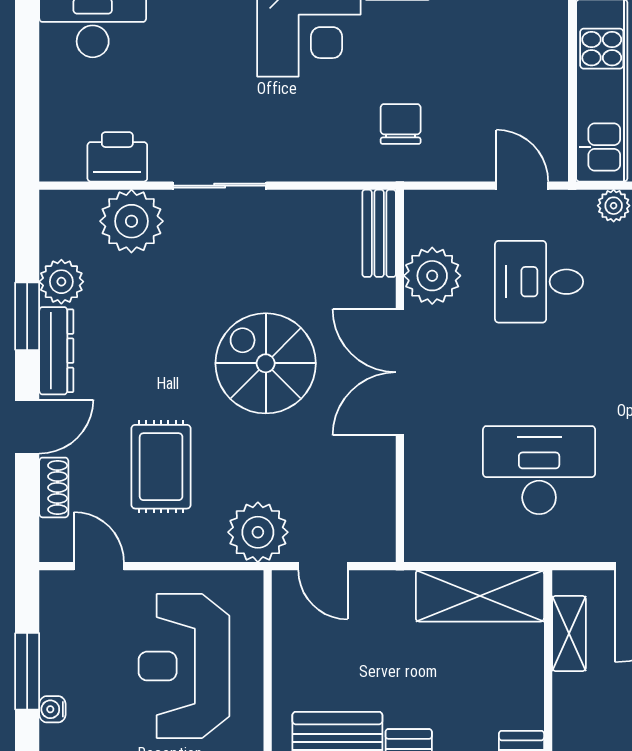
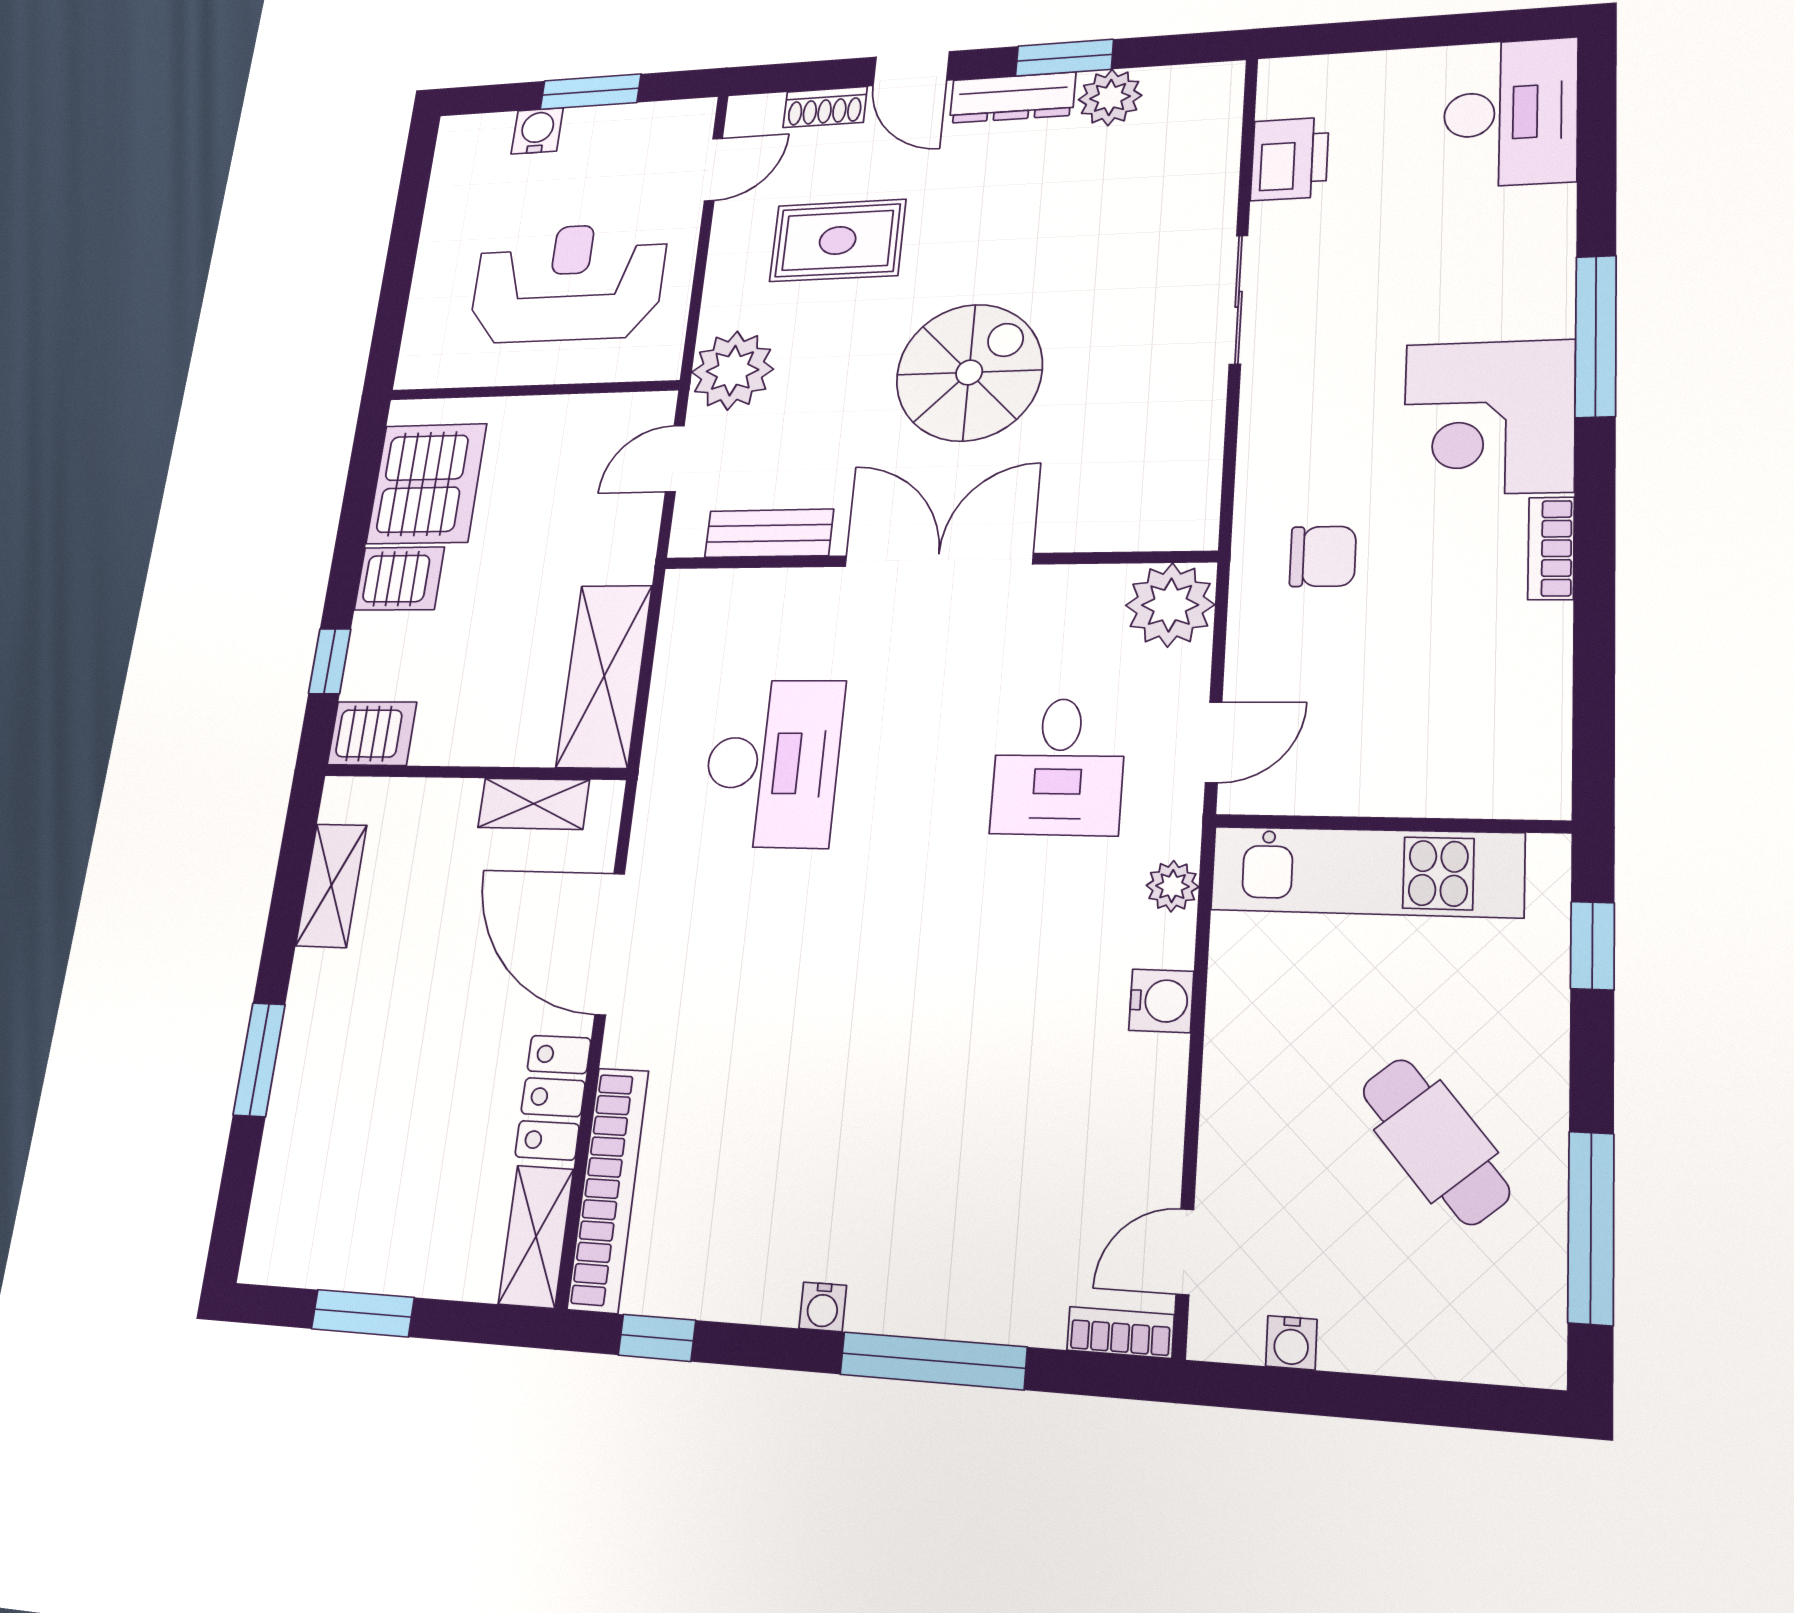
plant: (131, 221) -> (1192, 183), removed
bench: (379, 233) -> (769, 533), moved
plant: (432, 276) -> (1170, 605), moved
desk: (539, 282) -> (1058, 767), turned 180
water cooler: (52, 709) -> (537, 131), width x1.38, depth x1.38

